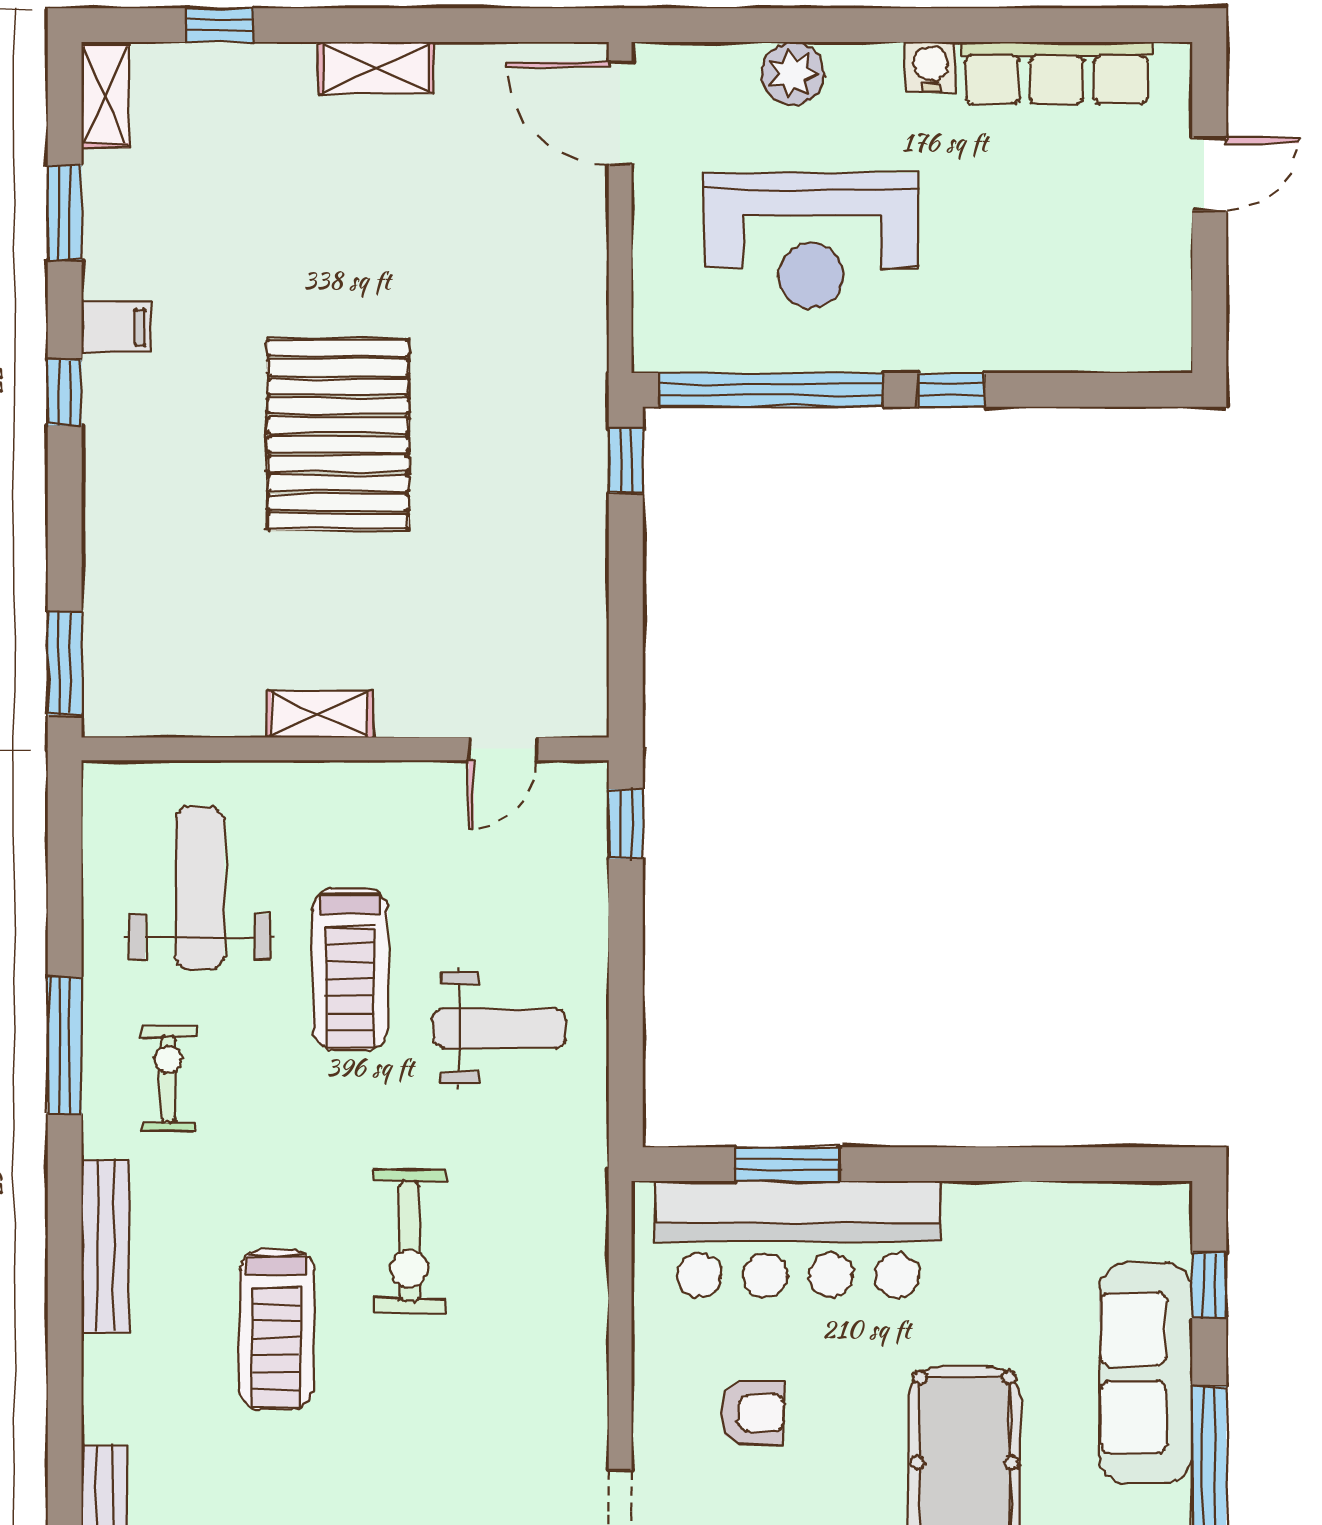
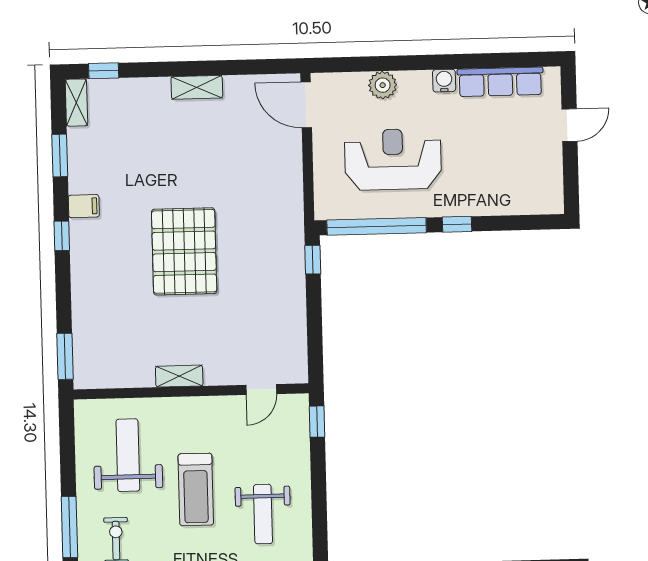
window: (220, 25) -> (104, 71), moved
reception desk: (812, 241) -> (393, 159), turned 180
weight bench: (499, 1028) -> (263, 514), turned 90

